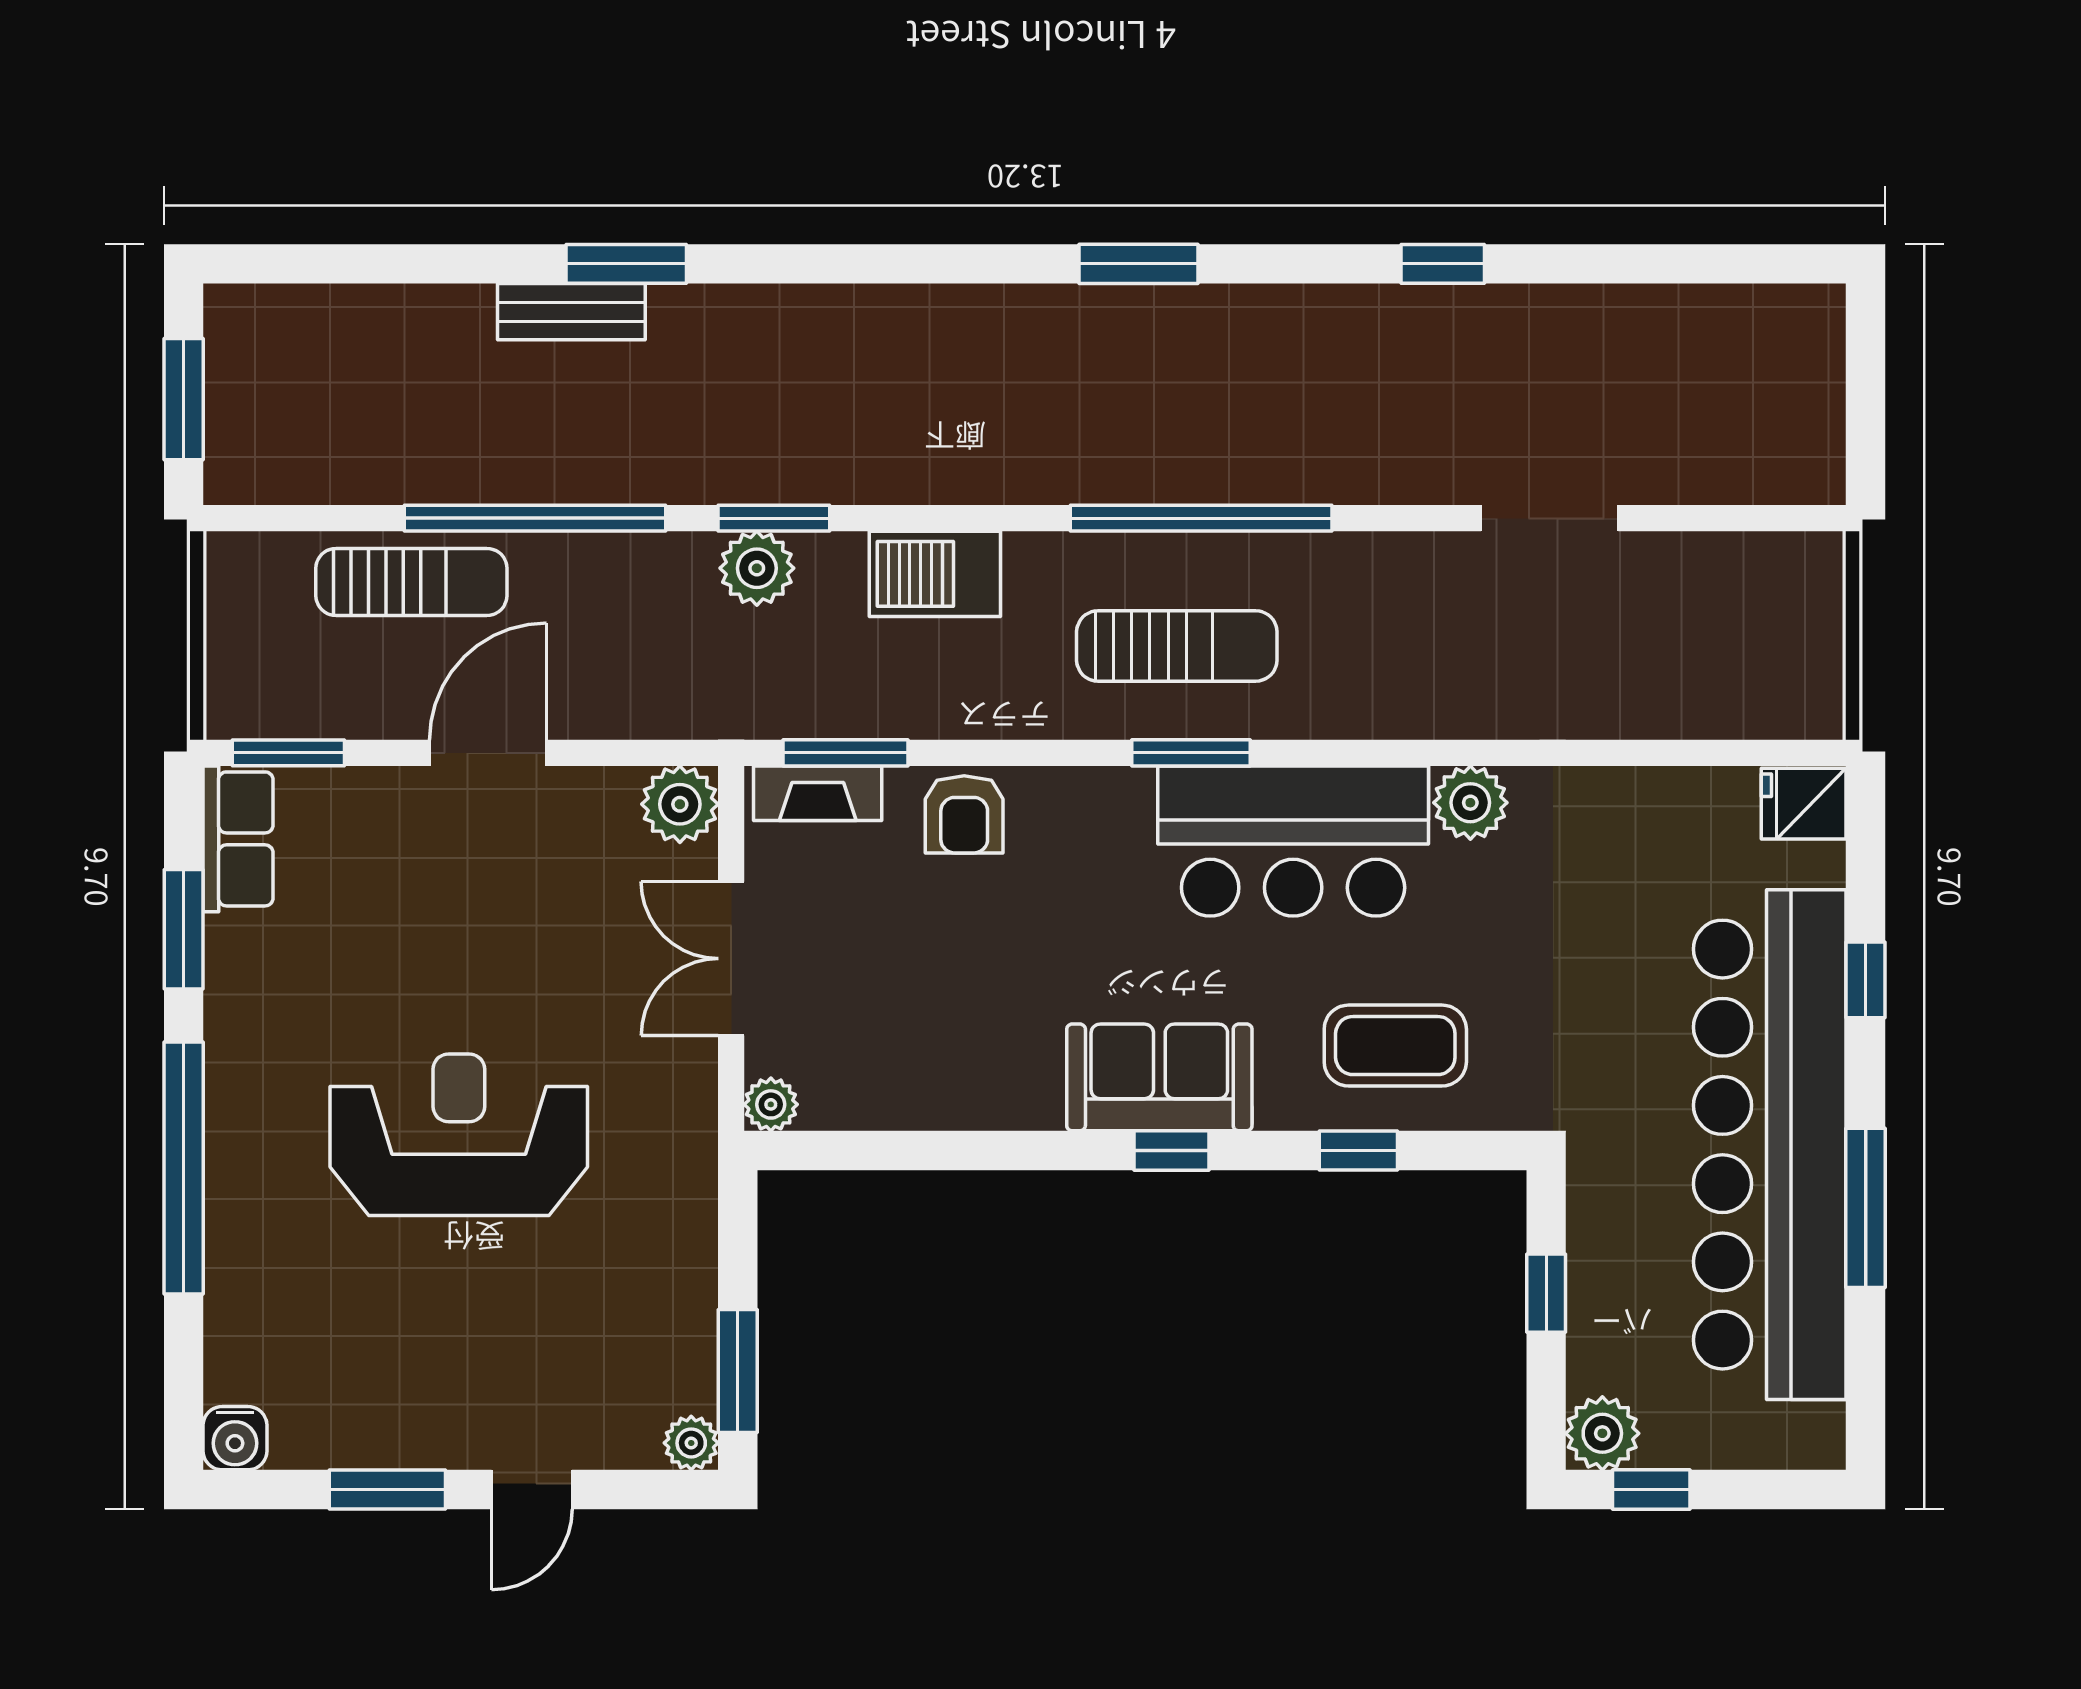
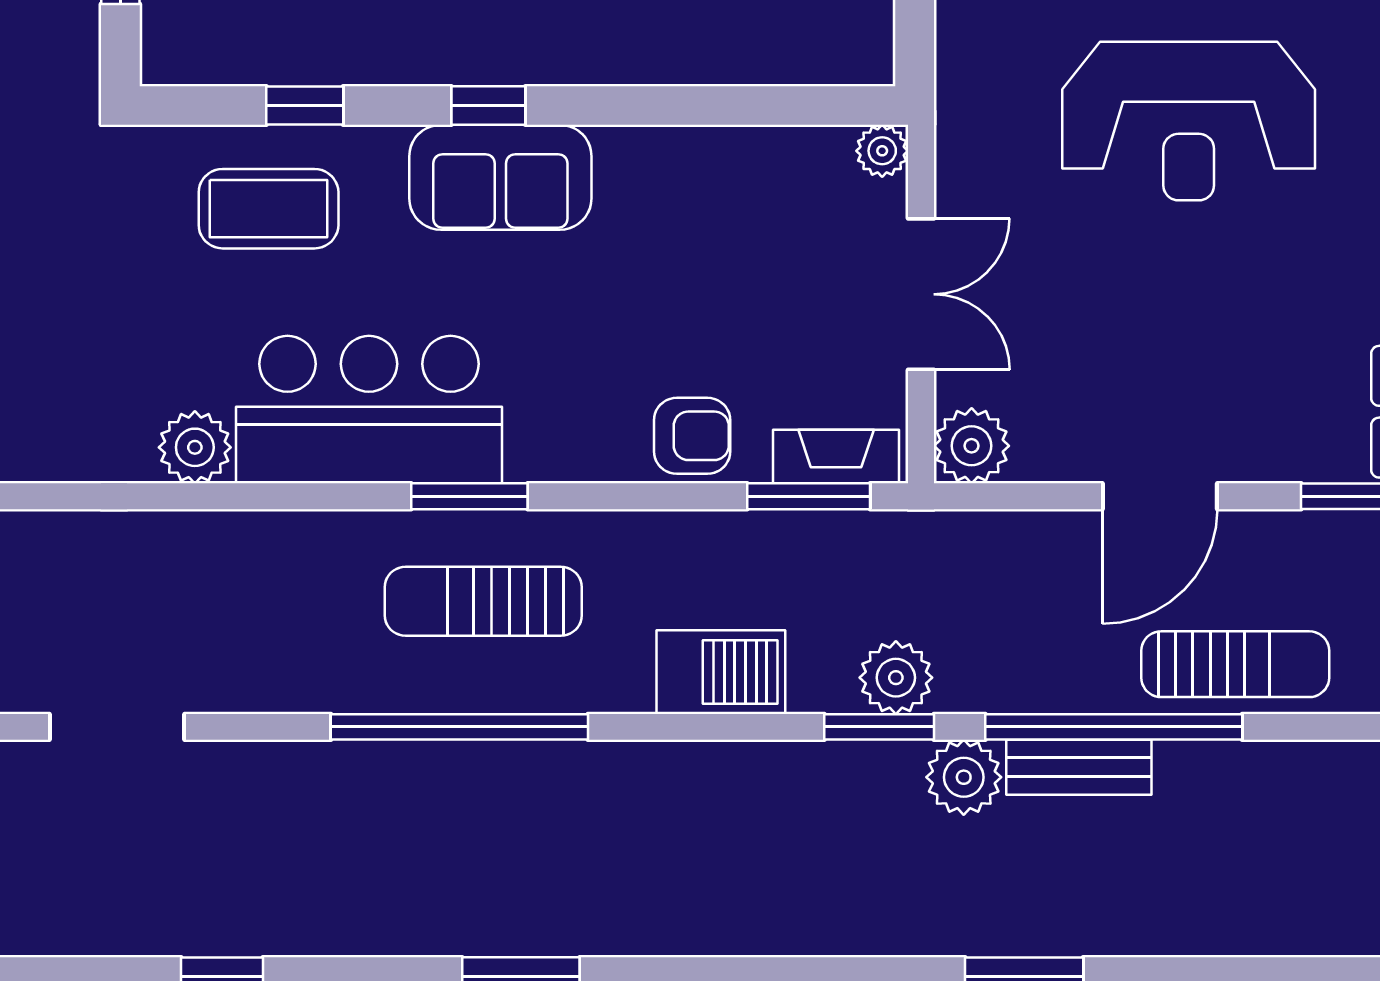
bench: (571, 312) -> (1079, 767), moved
plant: (688, 467) -> (964, 777), added
sun lounger: (411, 582) -> (1235, 664), turned 180
armchair: (964, 814) -> (692, 436), turned 90

